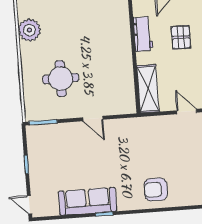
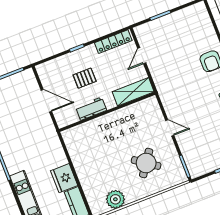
round table: (61, 79) -> (146, 163), turned 35
door: (93, 119) -> (170, 128), hinge flipped

